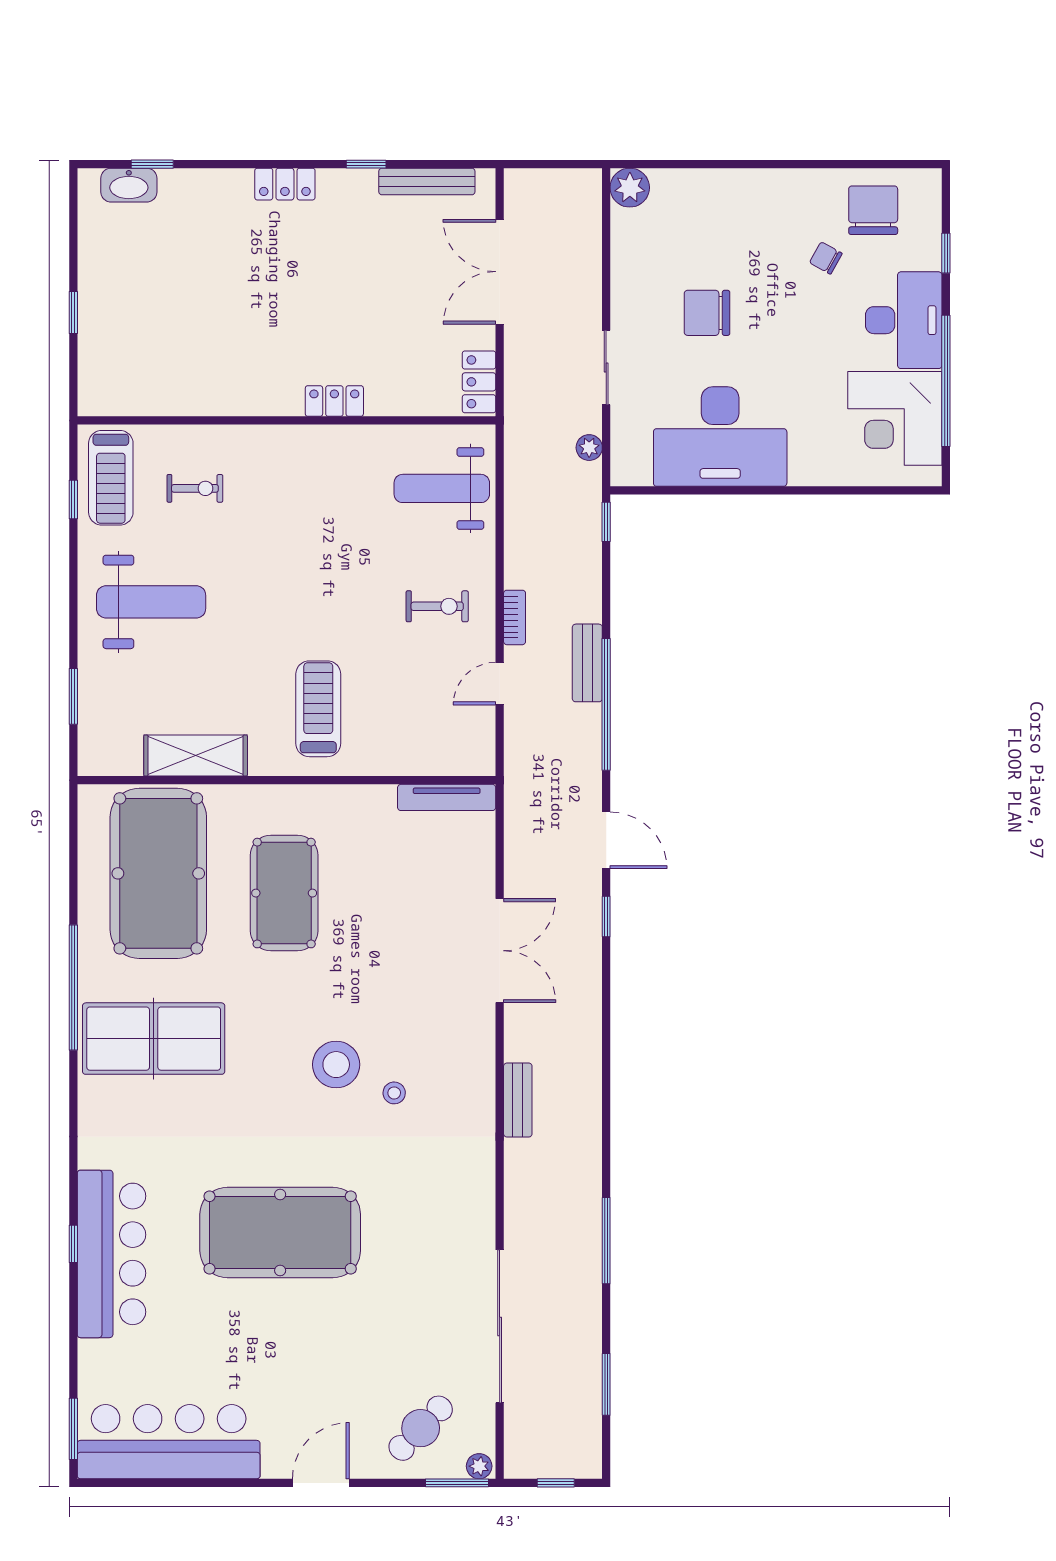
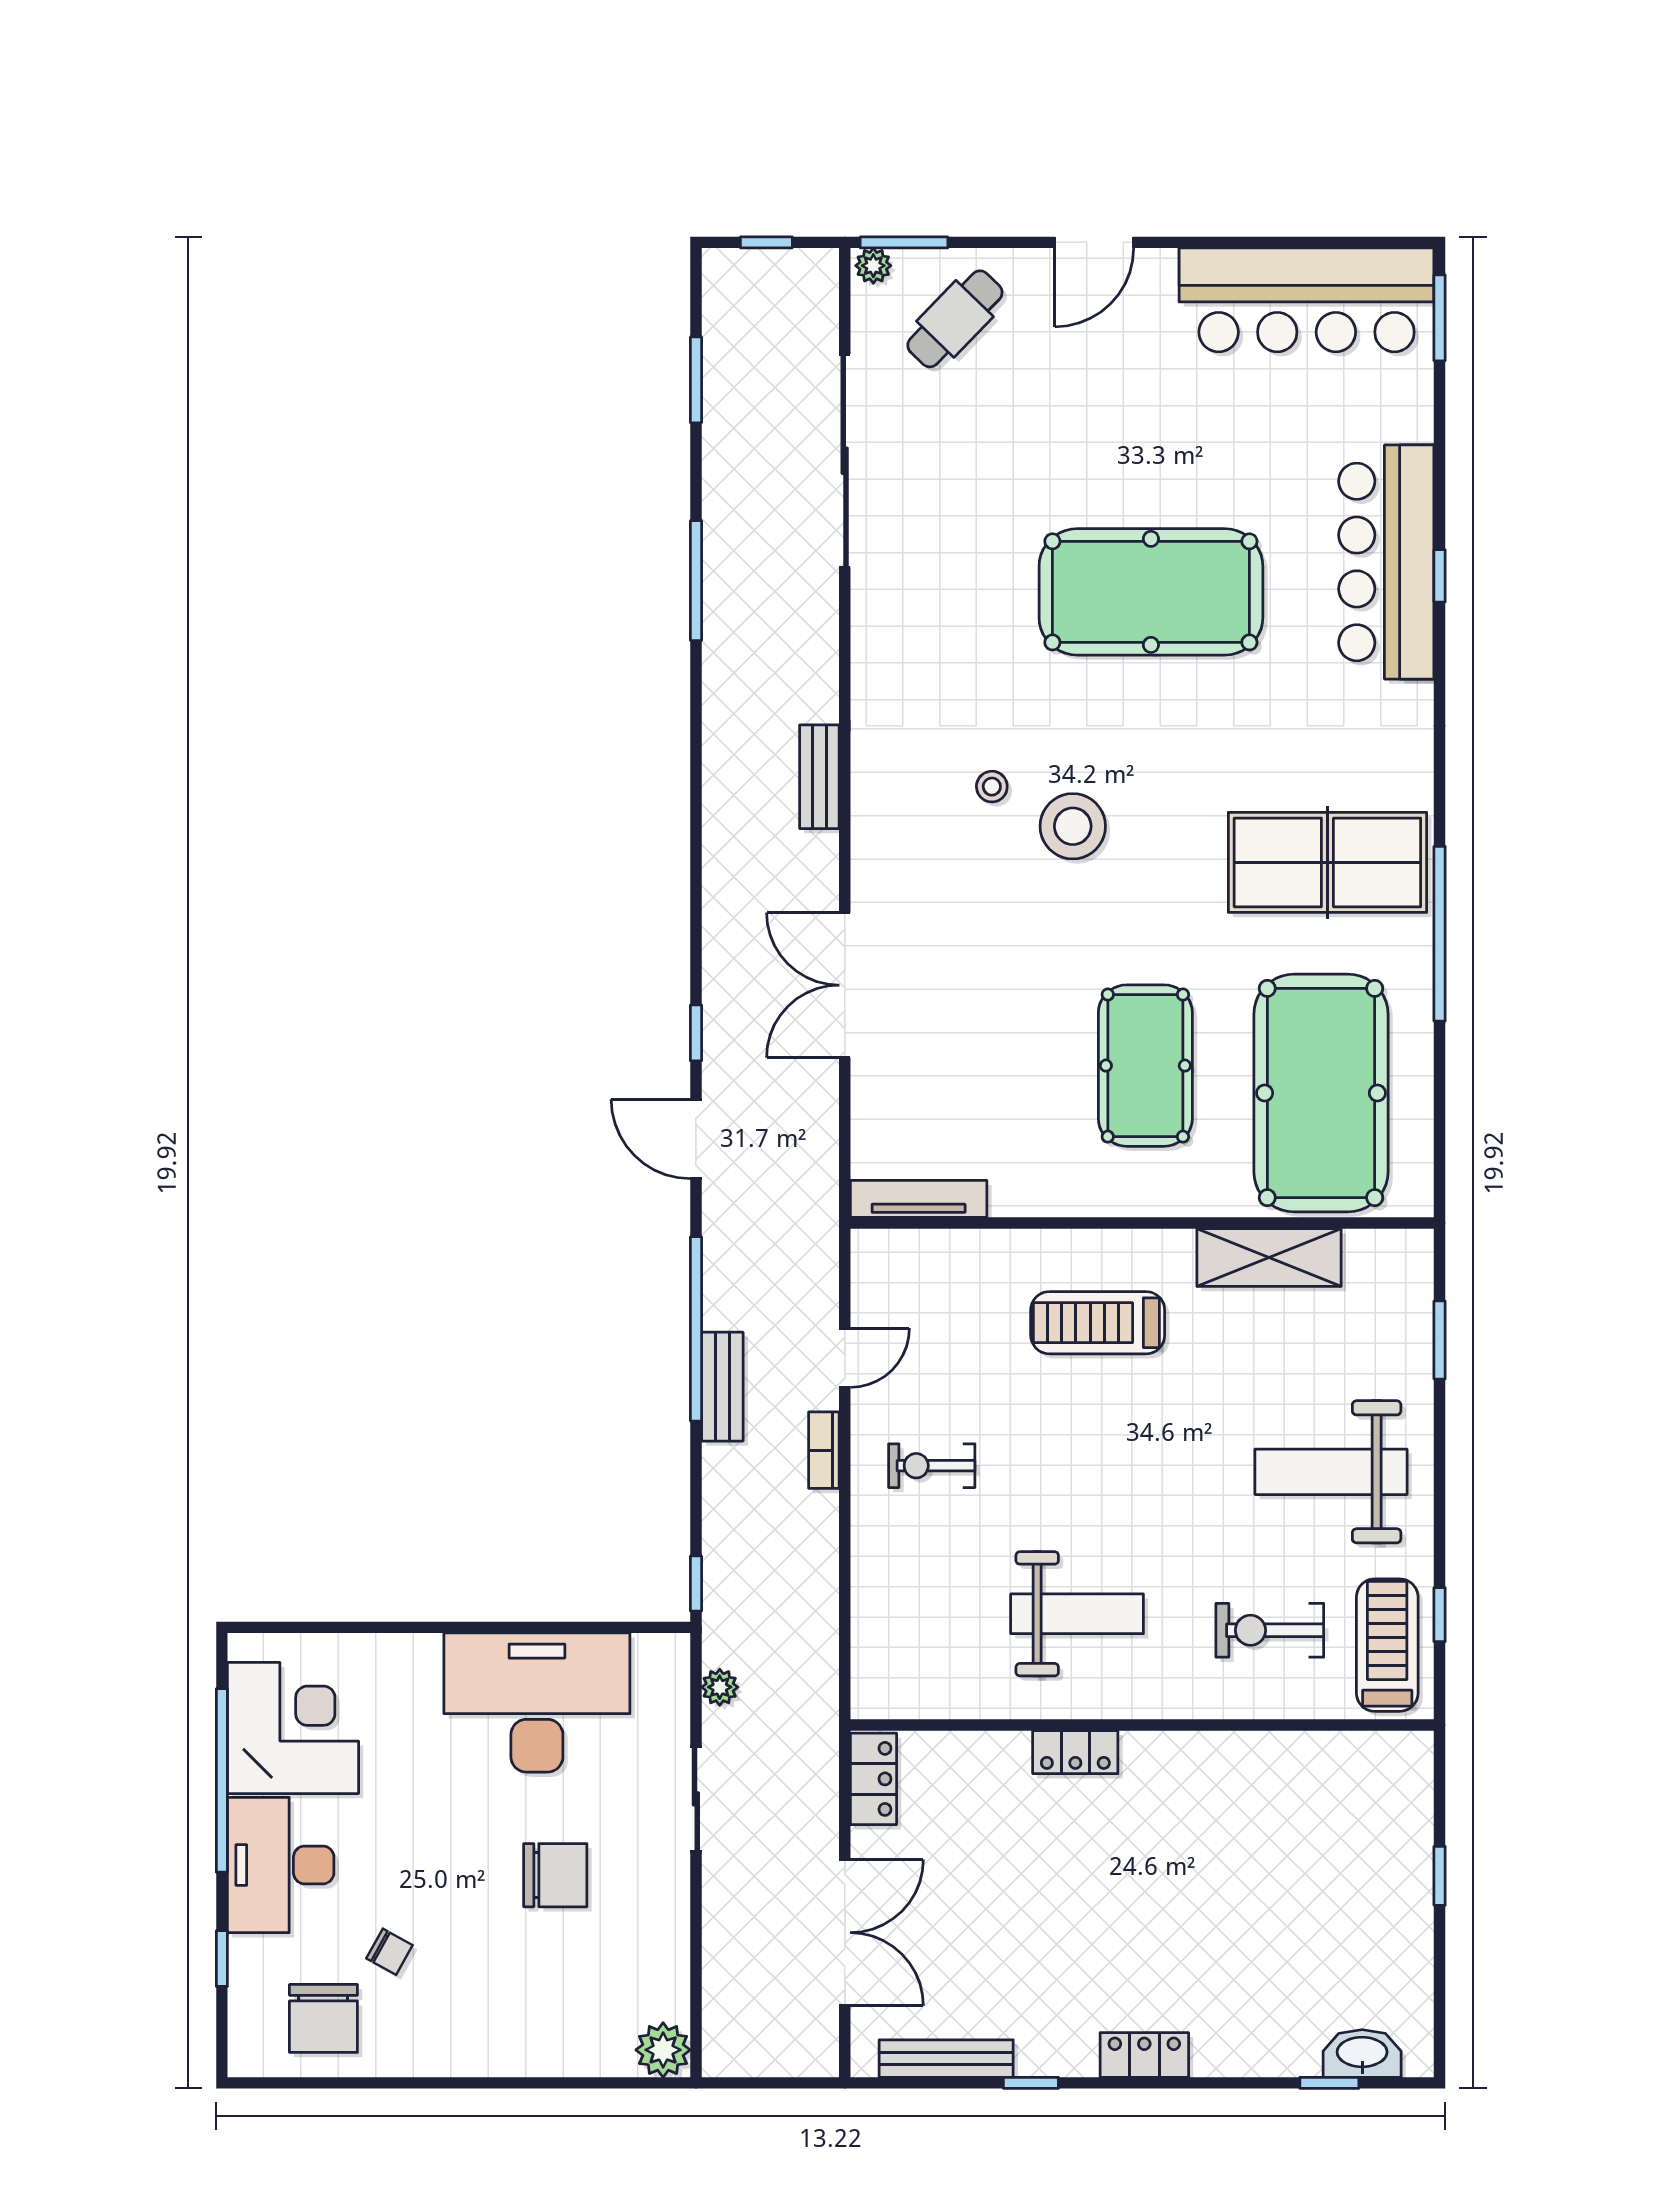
exercise bike: (195, 488) -> (1270, 1630), width x1.38, depth x1.39
weight bench: (442, 488) -> (1077, 1614), moved
treadmill: (318, 709) -> (1098, 1323), turned 90

